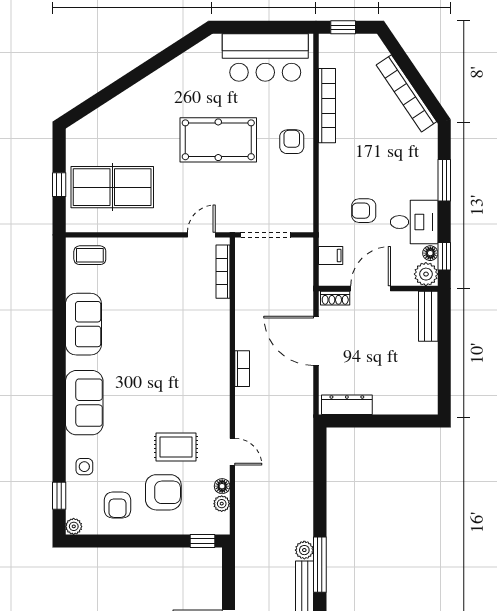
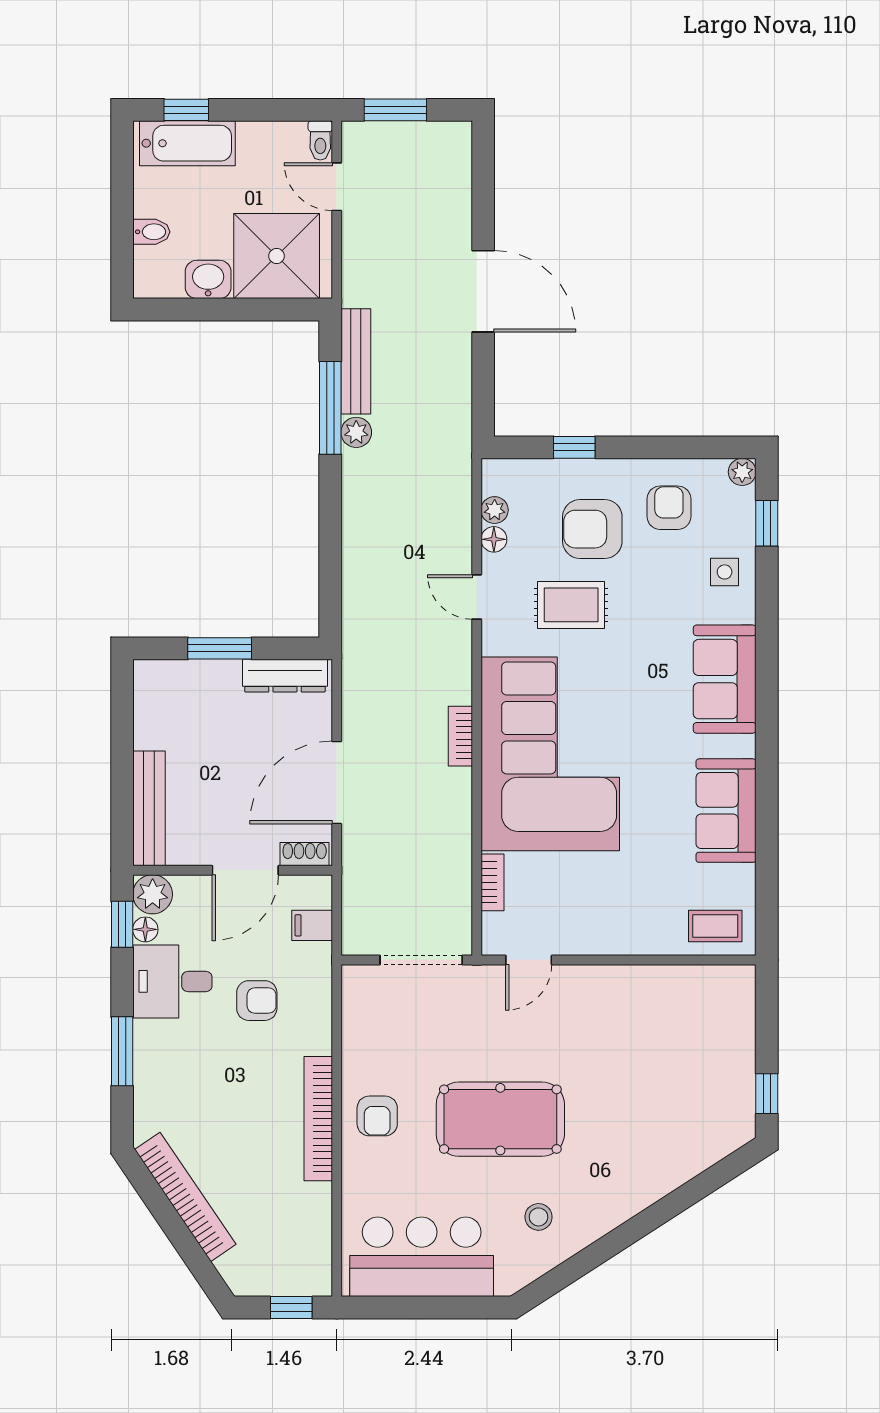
stool: (195, 81) -> (538, 1217), added
bookcase: (327, 106) -> (318, 1119), moved
window: (59, 185) -> (767, 1094), moved
table tennis table: (112, 187) -> (678, 1040), removed
bookcase: (223, 272) -> (492, 882), width x0.64
bench: (428, 316) -> (149, 808), width x1.36
door: (316, 341) -> (337, 783), swing flipped
corner sofa: (188, 358) -> (550, 754), added
window: (386, 421) -> (220, 648), added
window: (203, 541) -> (574, 447), moved

